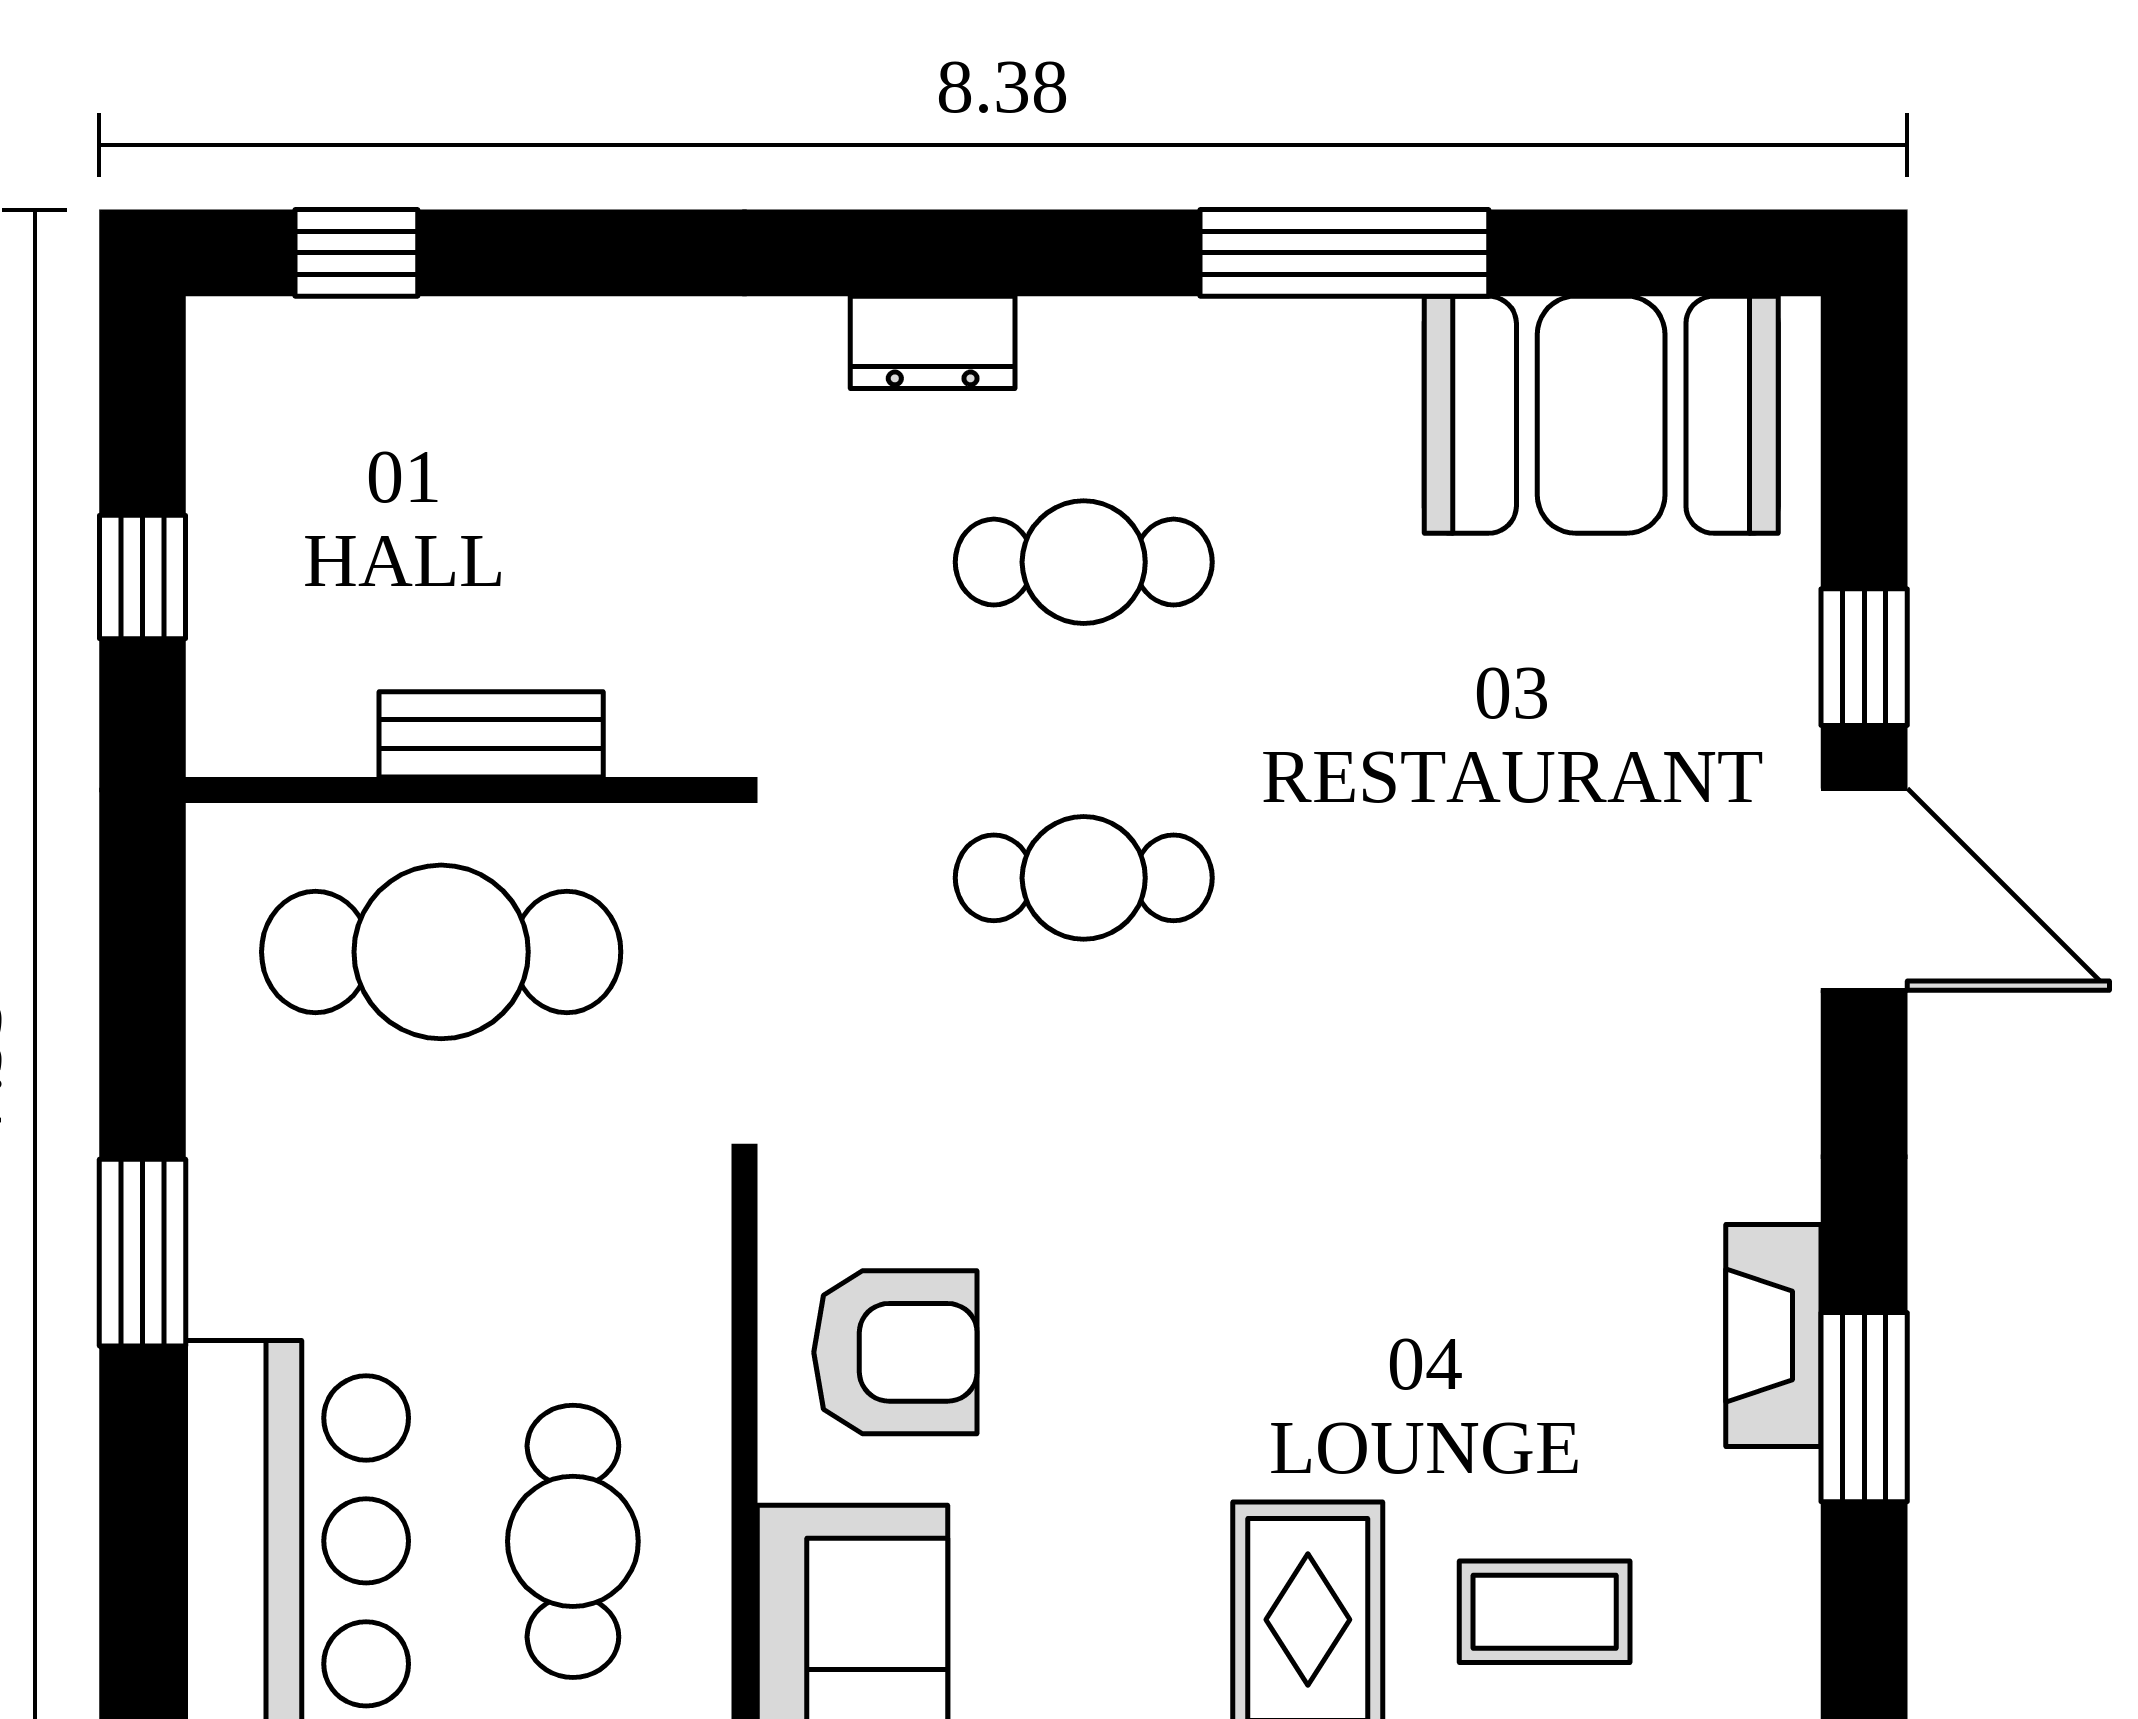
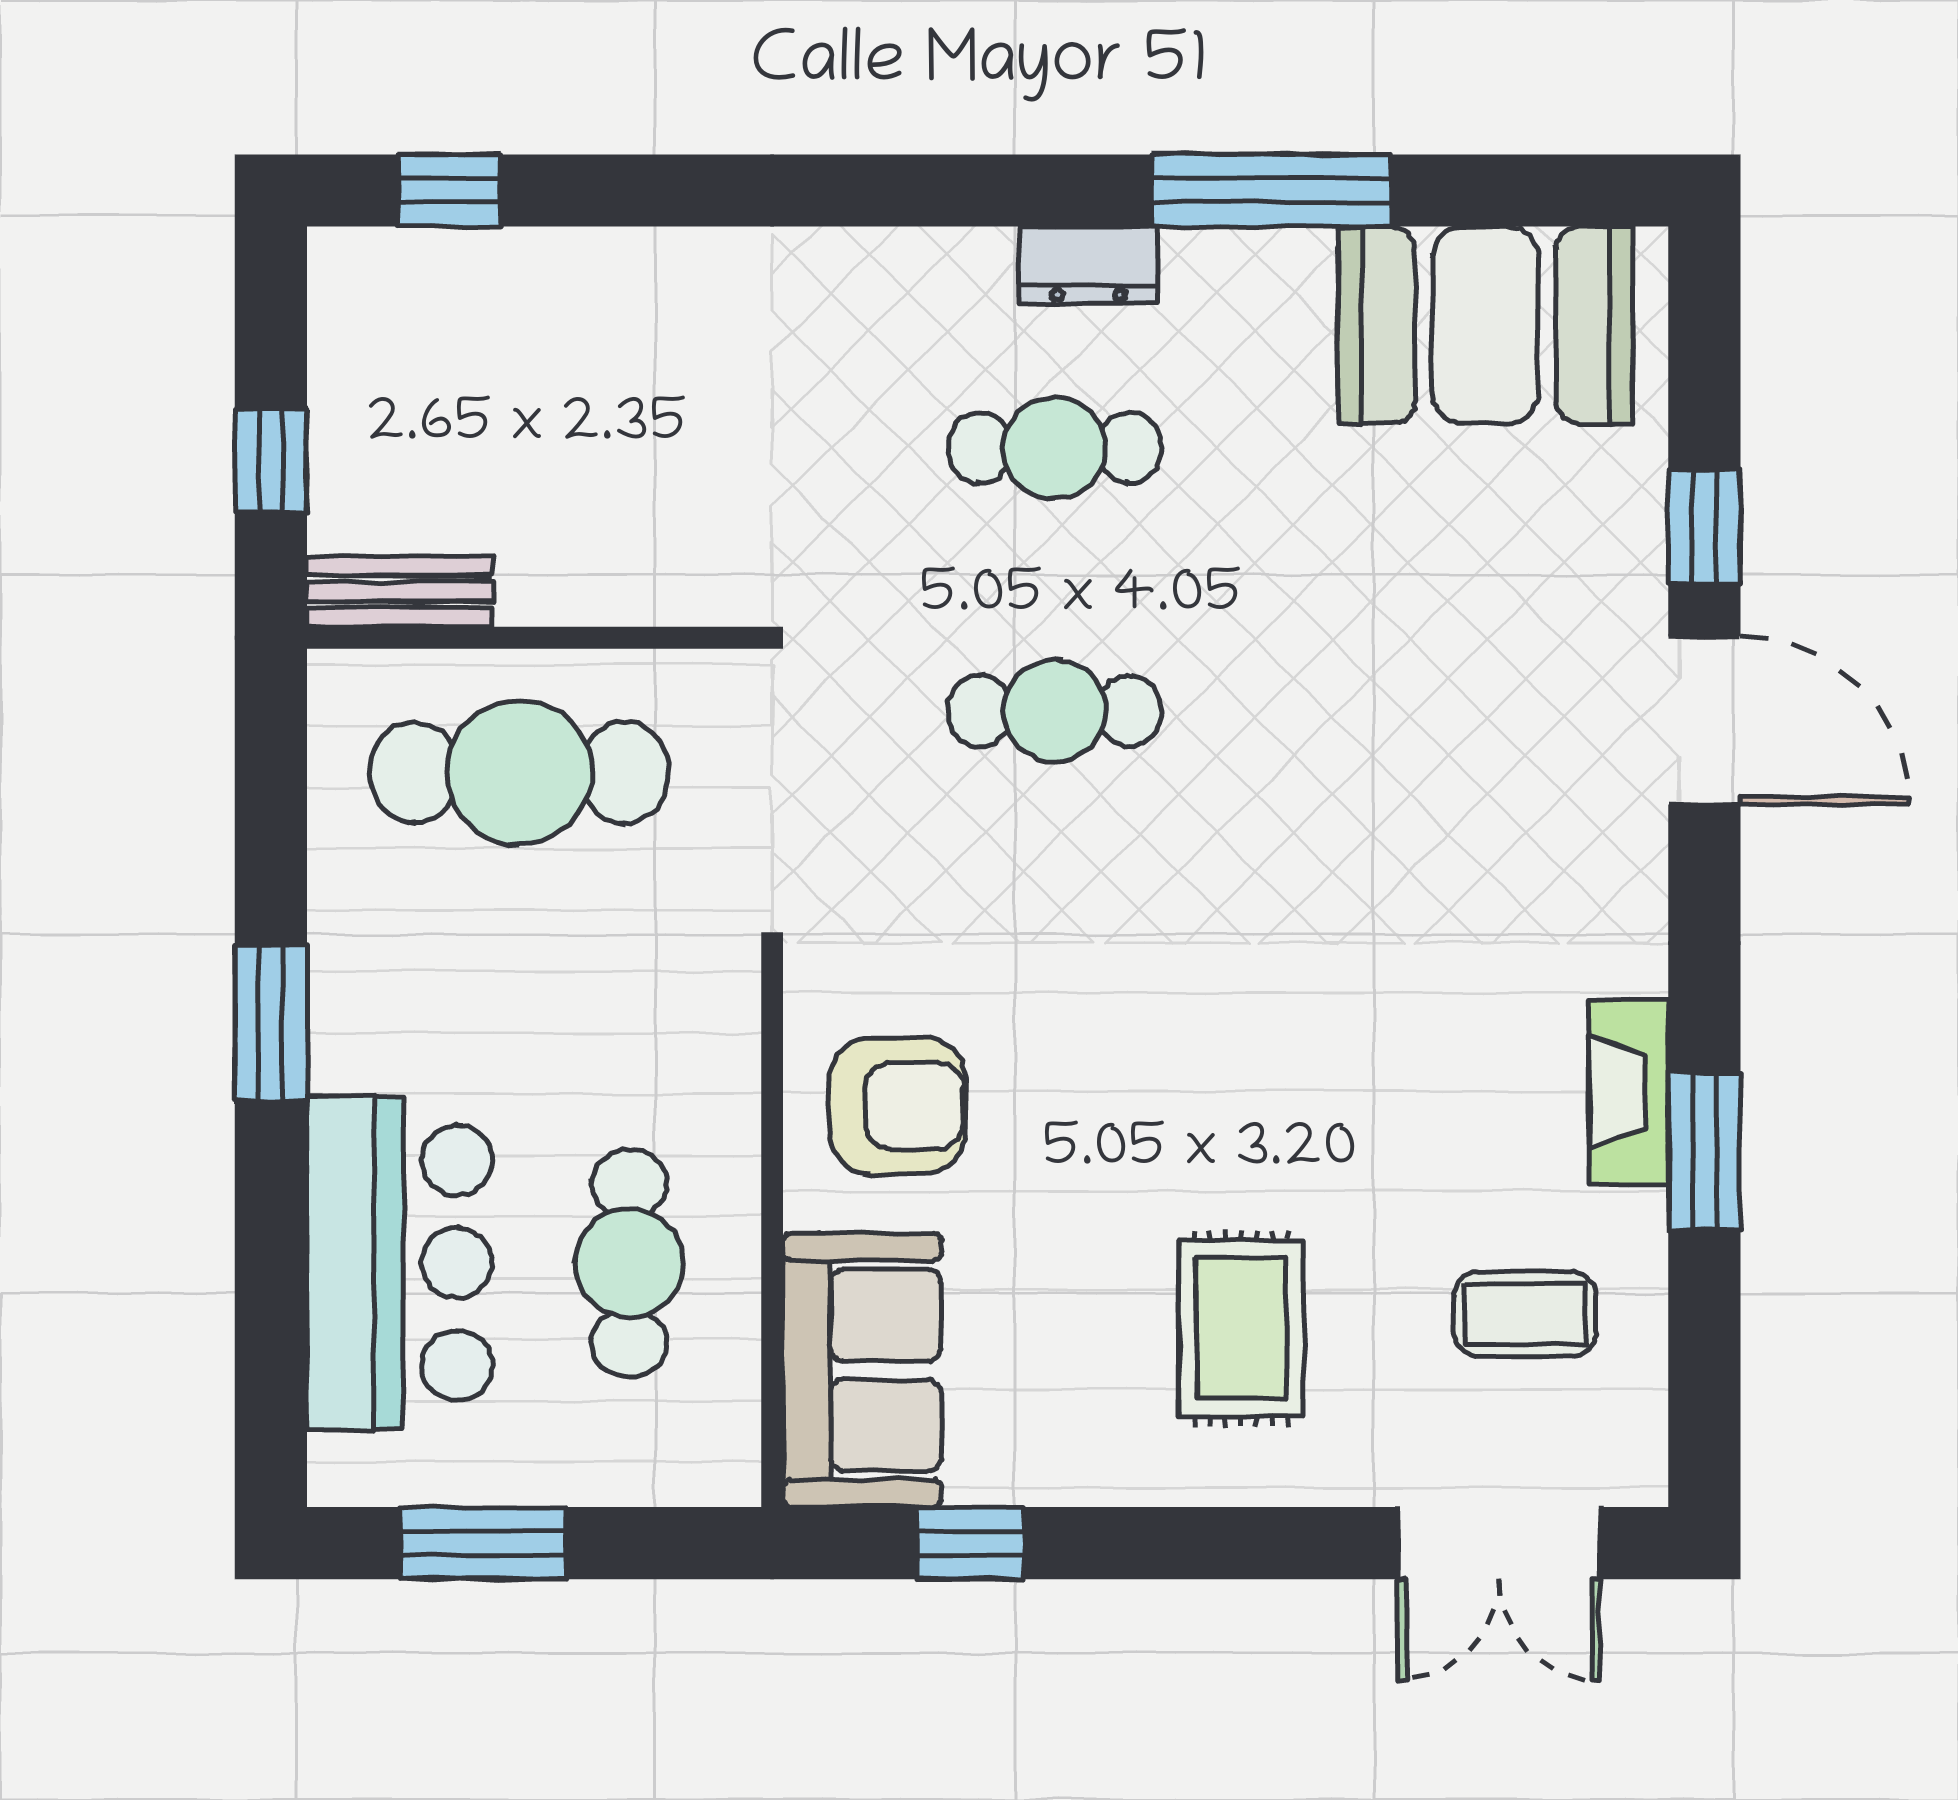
dresser: (933, 342) -> (1089, 265), moved
bench: (491, 734) -> (400, 591), moved
coffee table: (1545, 1612) -> (1525, 1314), moved

